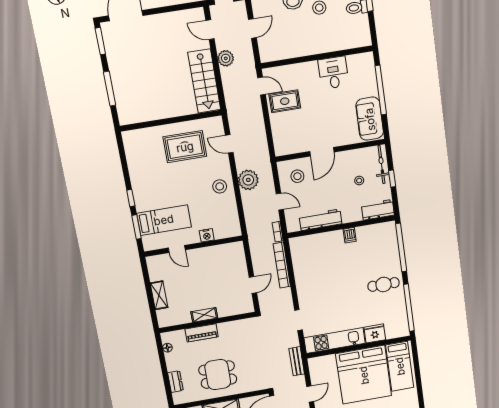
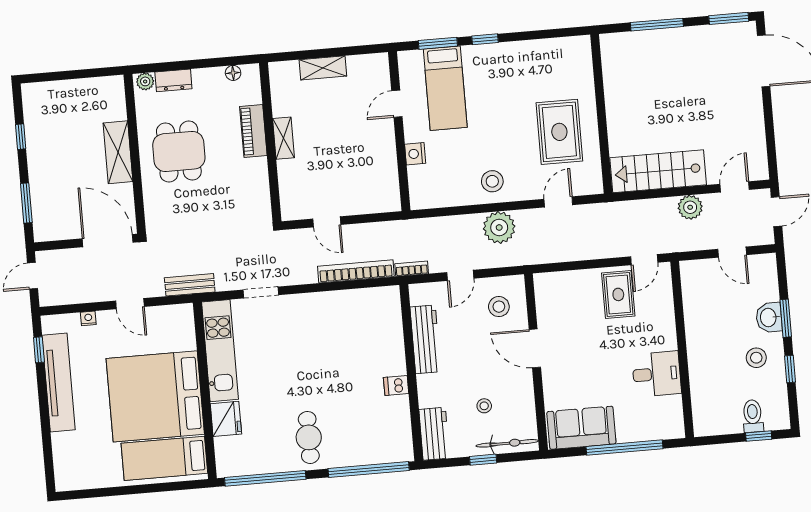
plant: (178, 397) -> (145, 81), added

